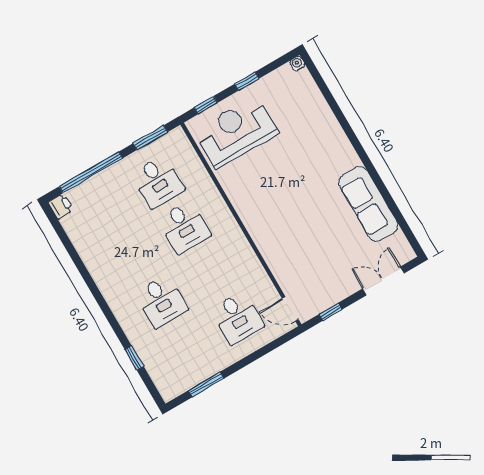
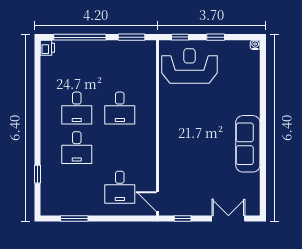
desk: (158, 182) -> (77, 108), moved
sofa: (368, 204) -> (248, 144), moved

